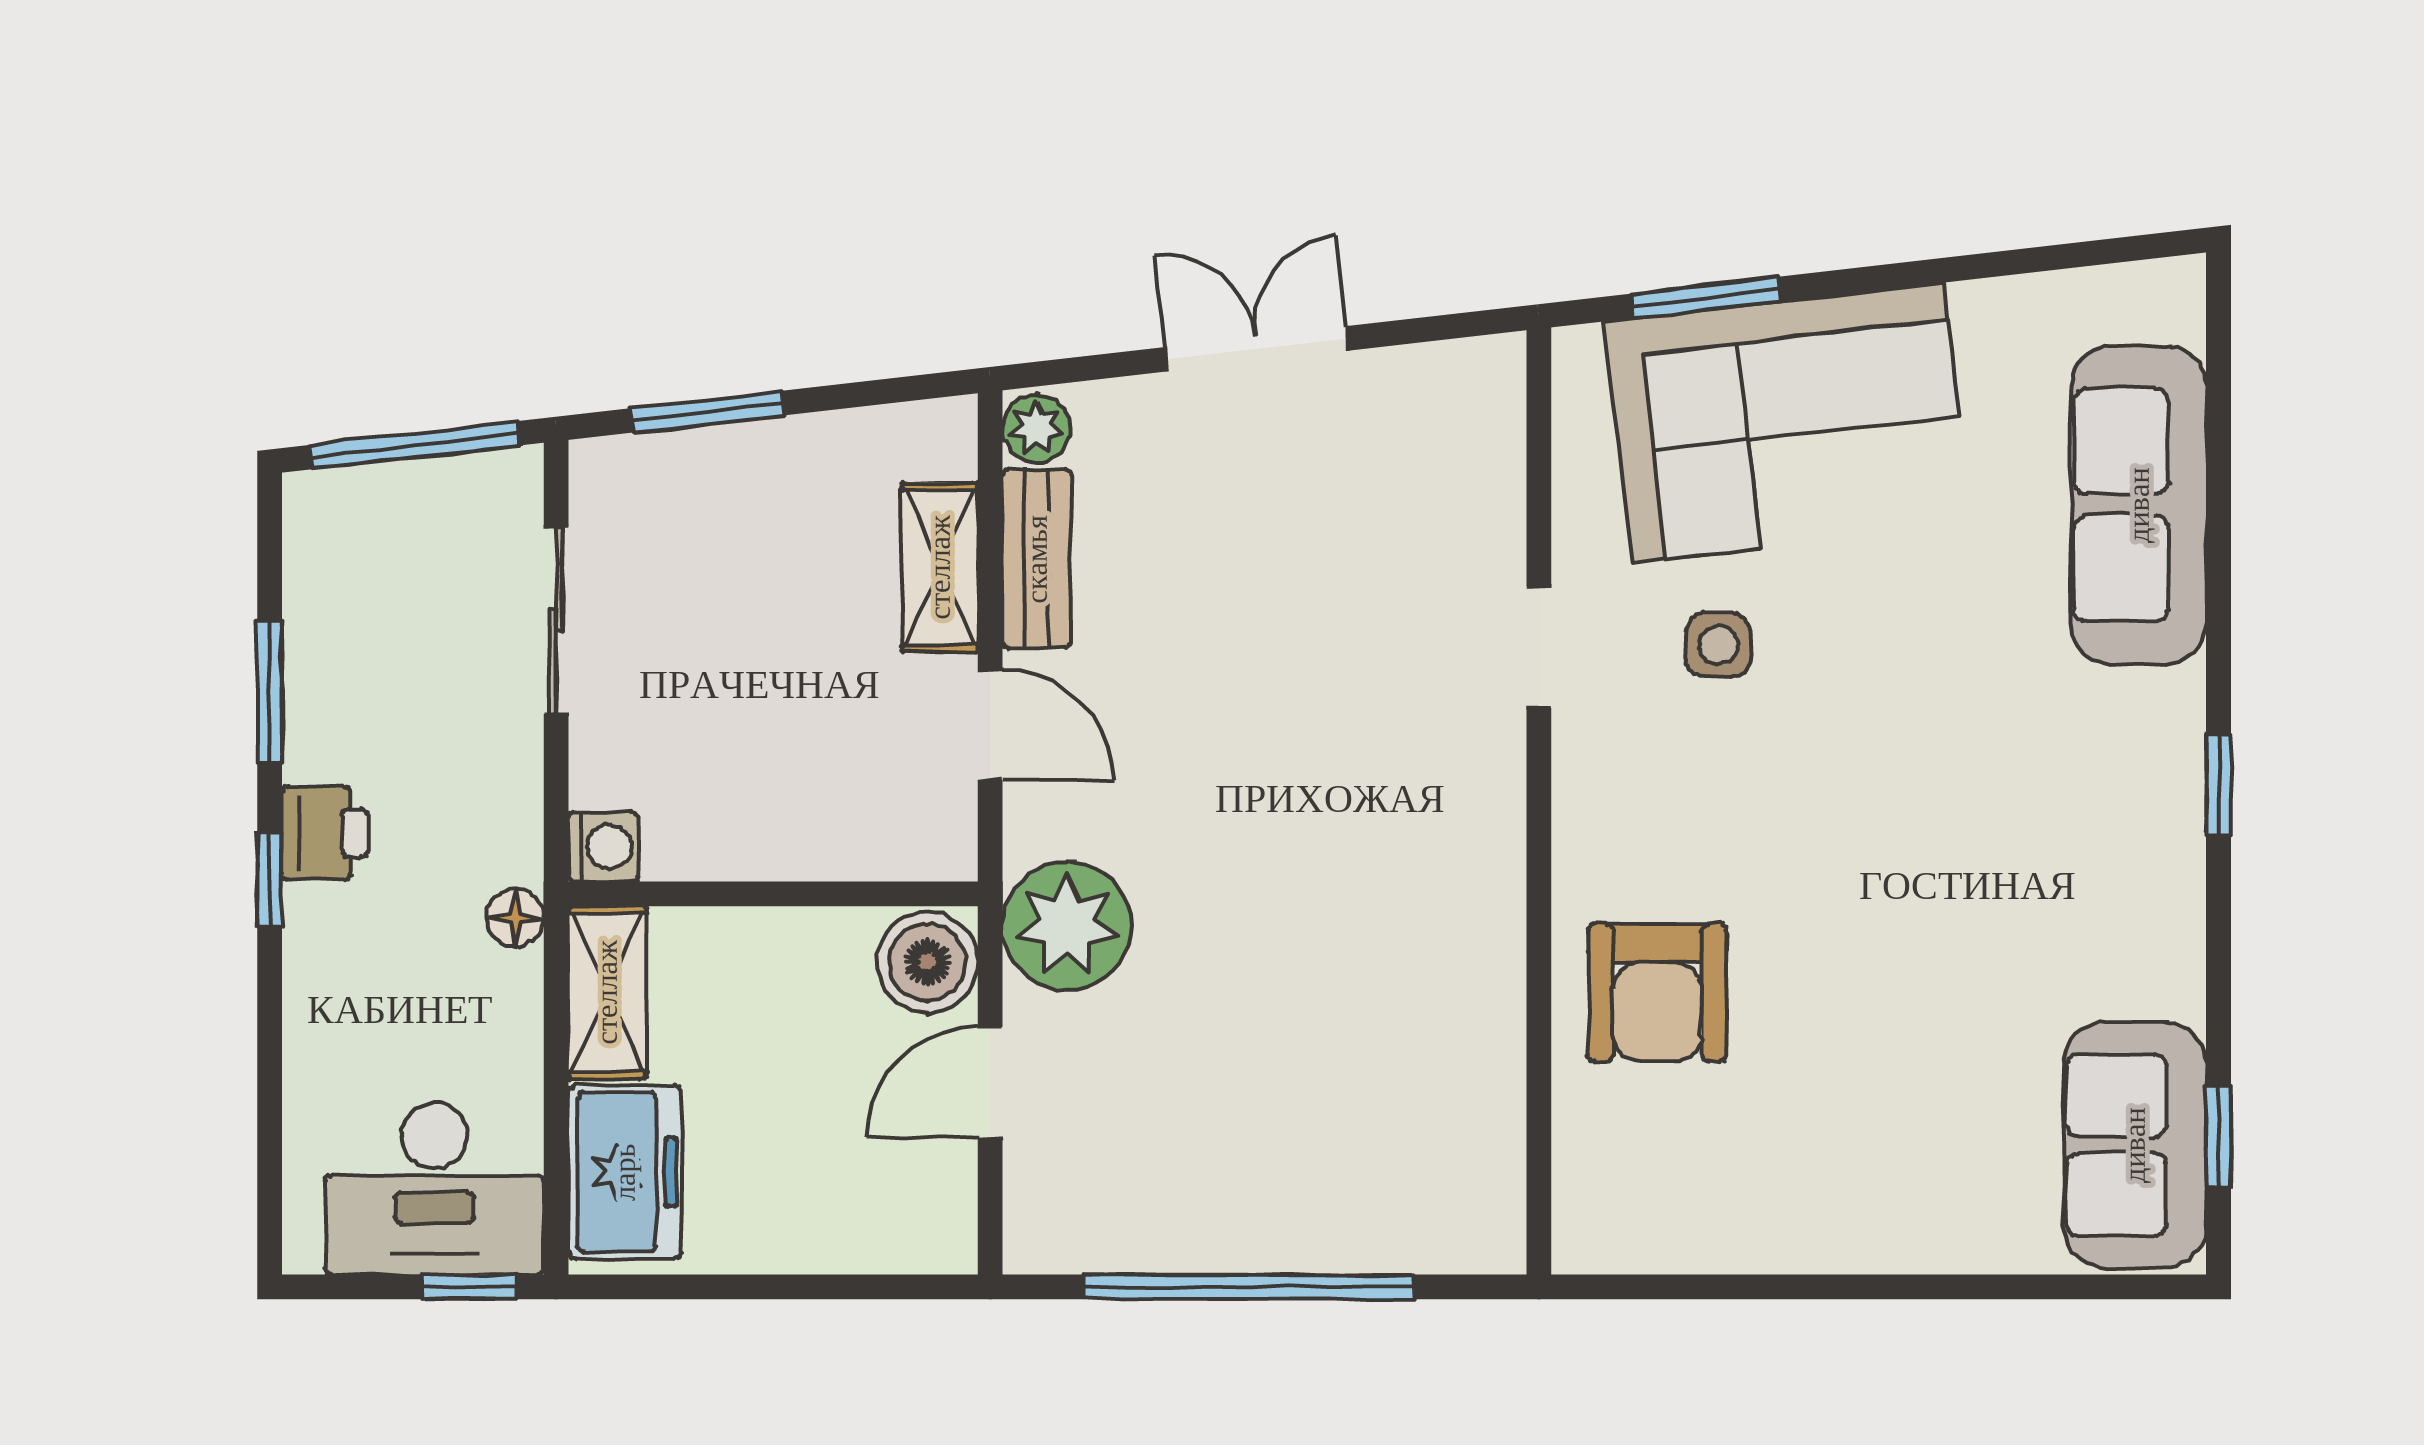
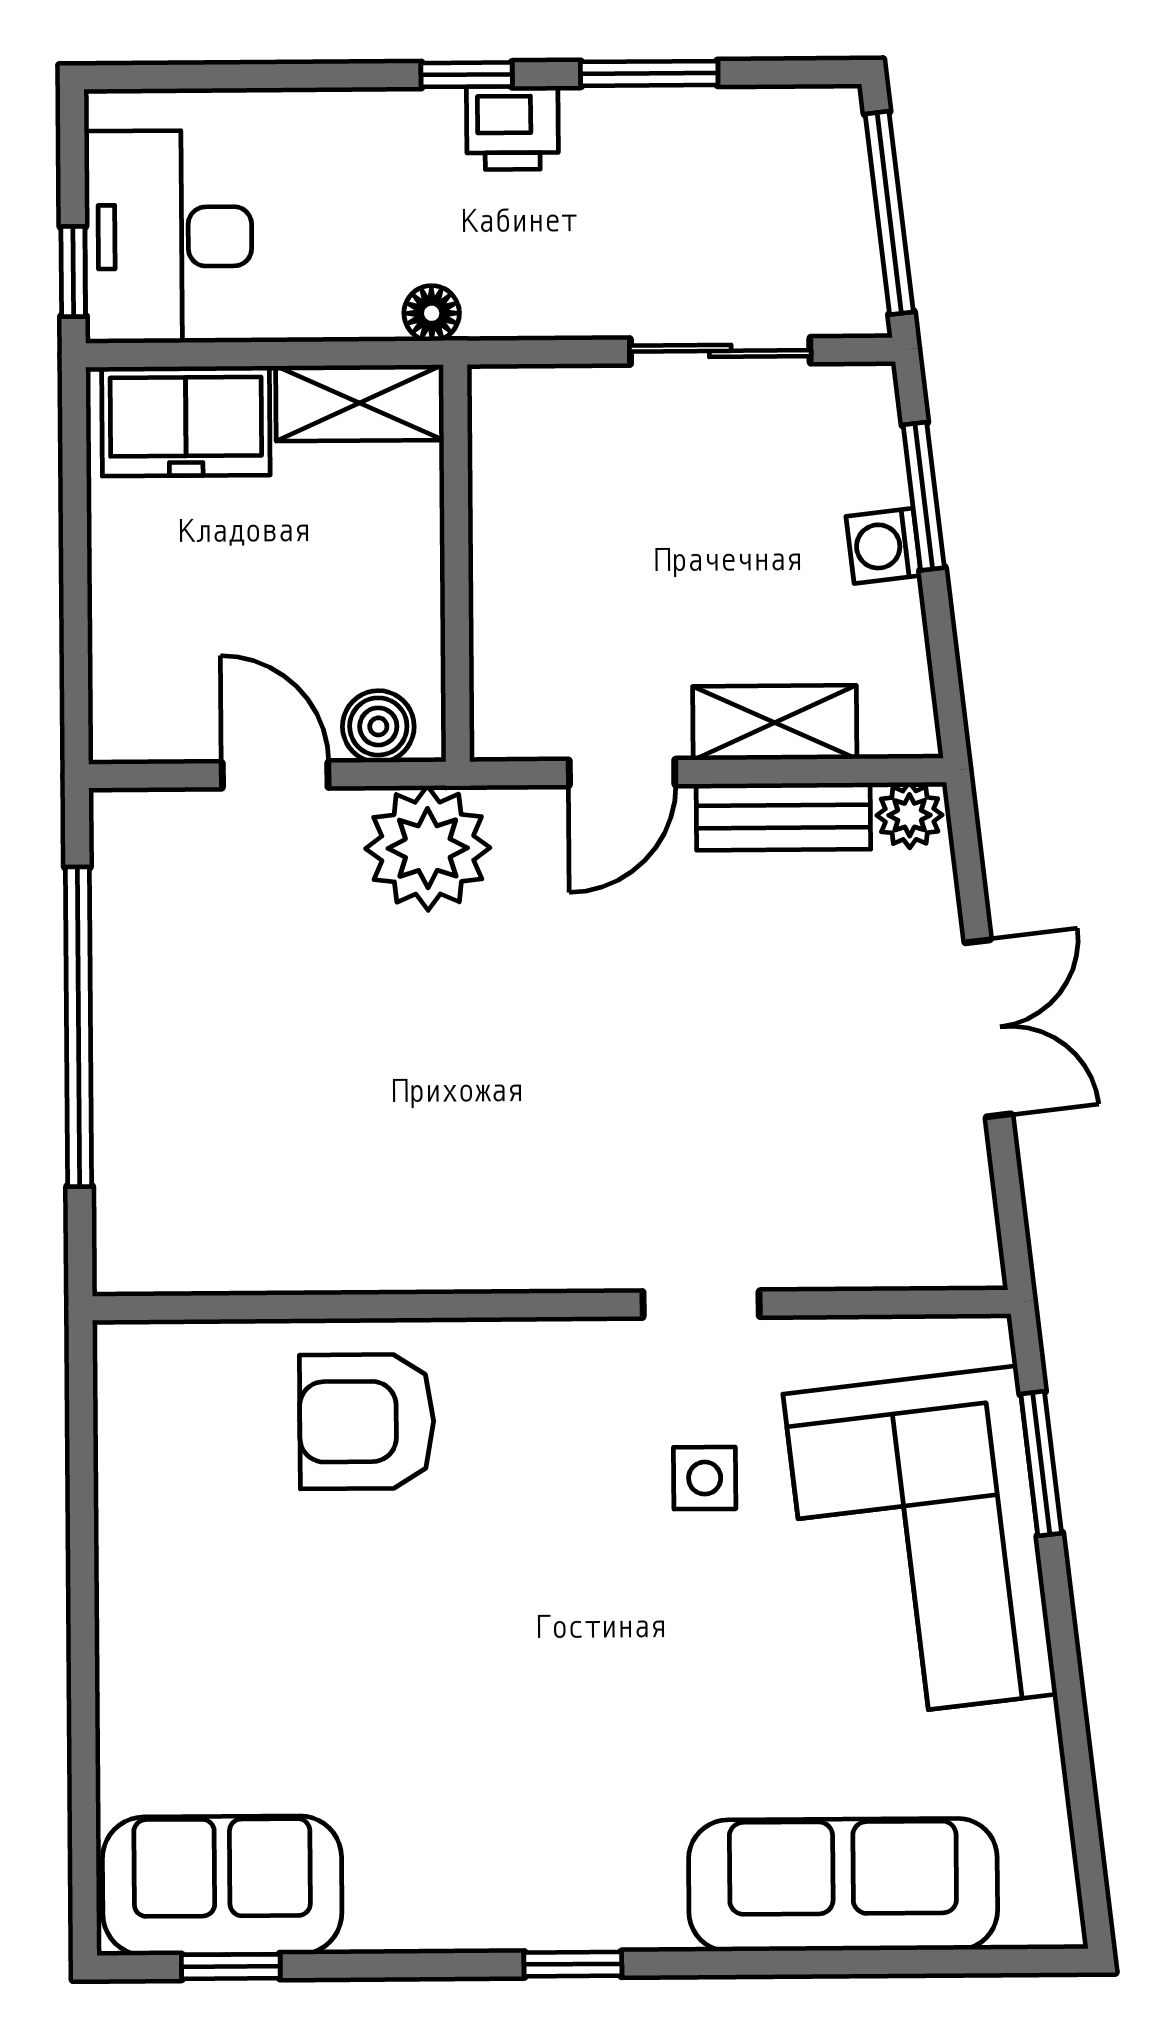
washing machine: (603, 847) -> (884, 546), moved, turned 83
boiler: (927, 962) -> (378, 726), width x0.73, depth x0.73

